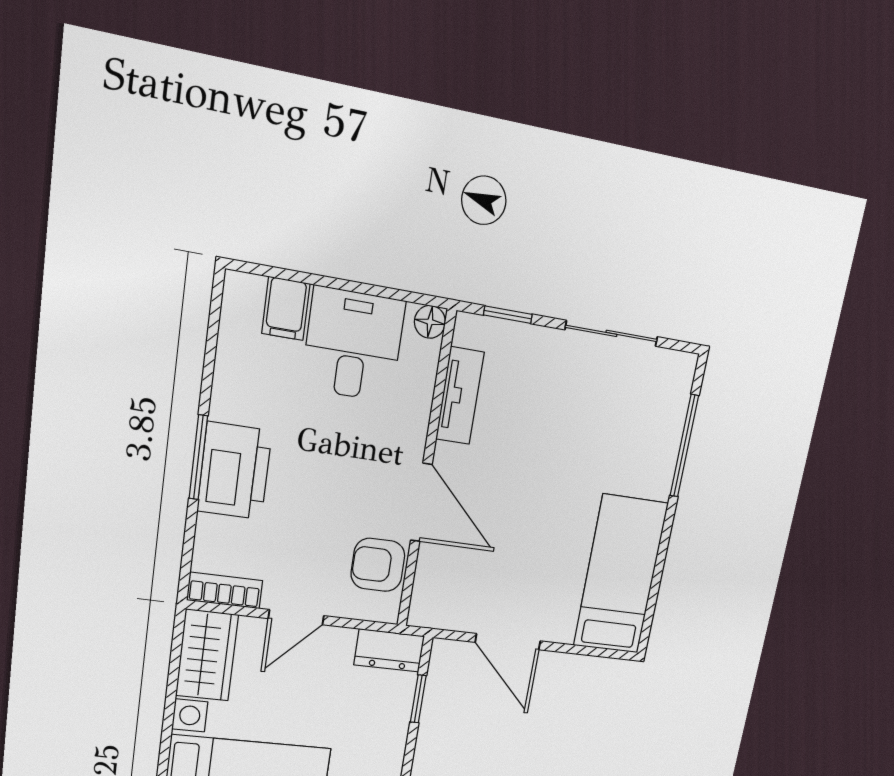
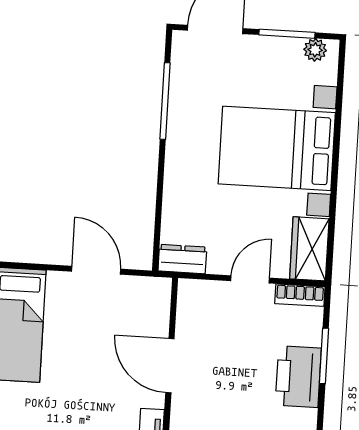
window: (198, 457) -> (324, 356), moved
armchair: (378, 565) -> (196, 320), removed
window: (418, 699) -> (158, 224), removed

